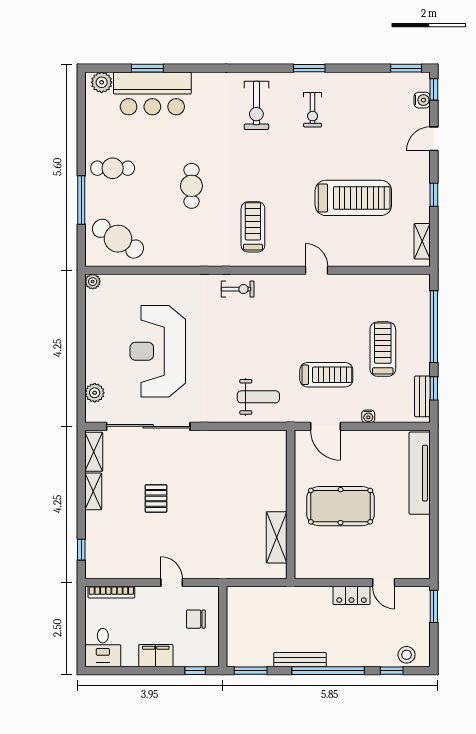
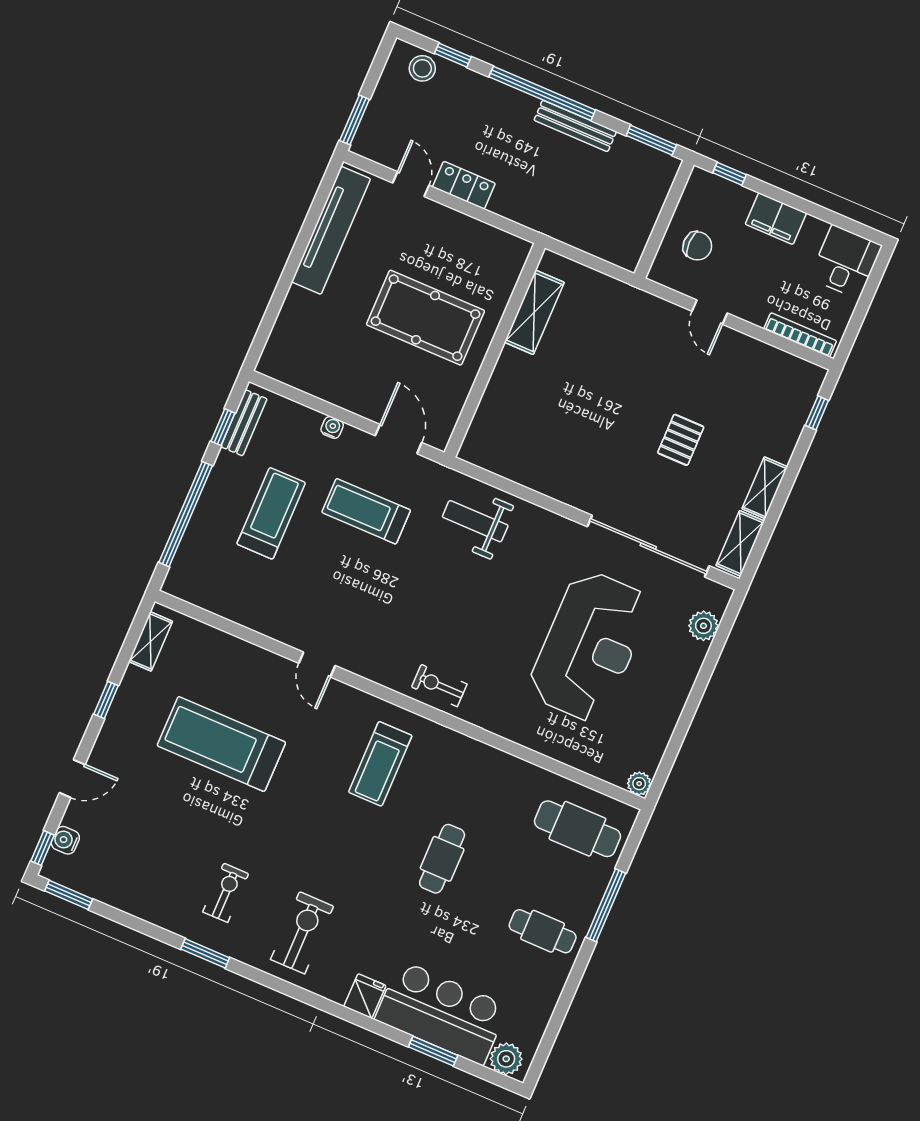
fridge: (203, 84) -> (365, 996), added
cafe table: (118, 239) -> (577, 829), turned -32
treadmill: (383, 349) -> (271, 513), turned 180
tv unit: (420, 473) -> (331, 230), moved

